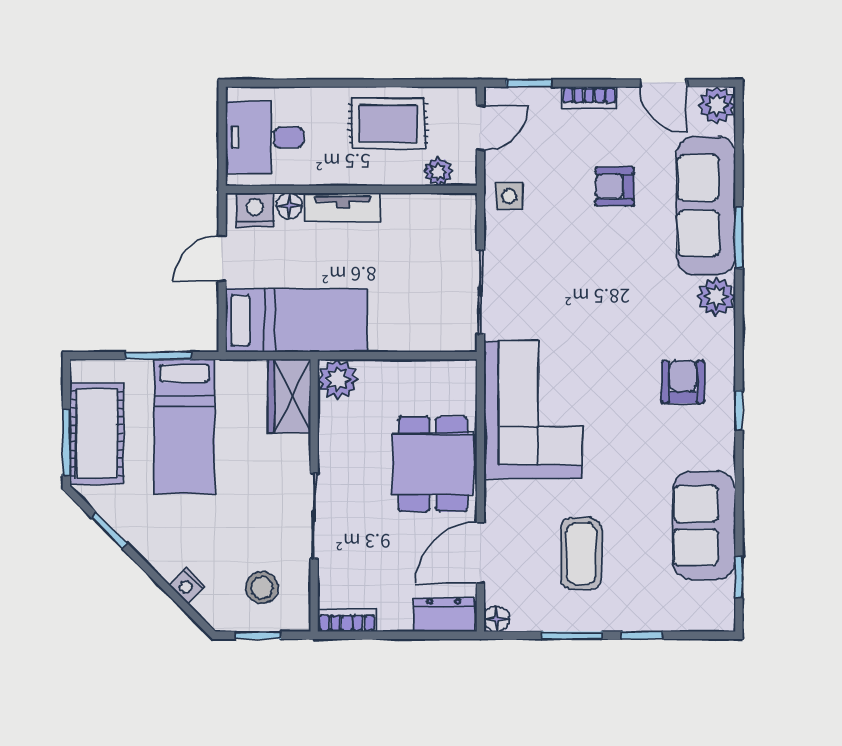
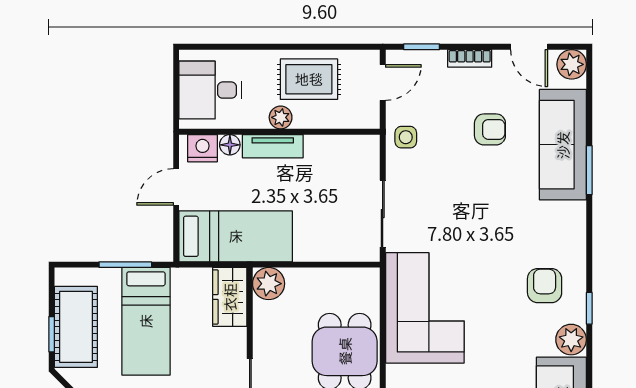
plant: (438, 172) -> (281, 117), moved
armchair: (615, 187) -> (490, 129), turned 180
plant: (716, 297) -> (571, 340), moved
window: (66, 443) -> (52, 334), width x0.67

